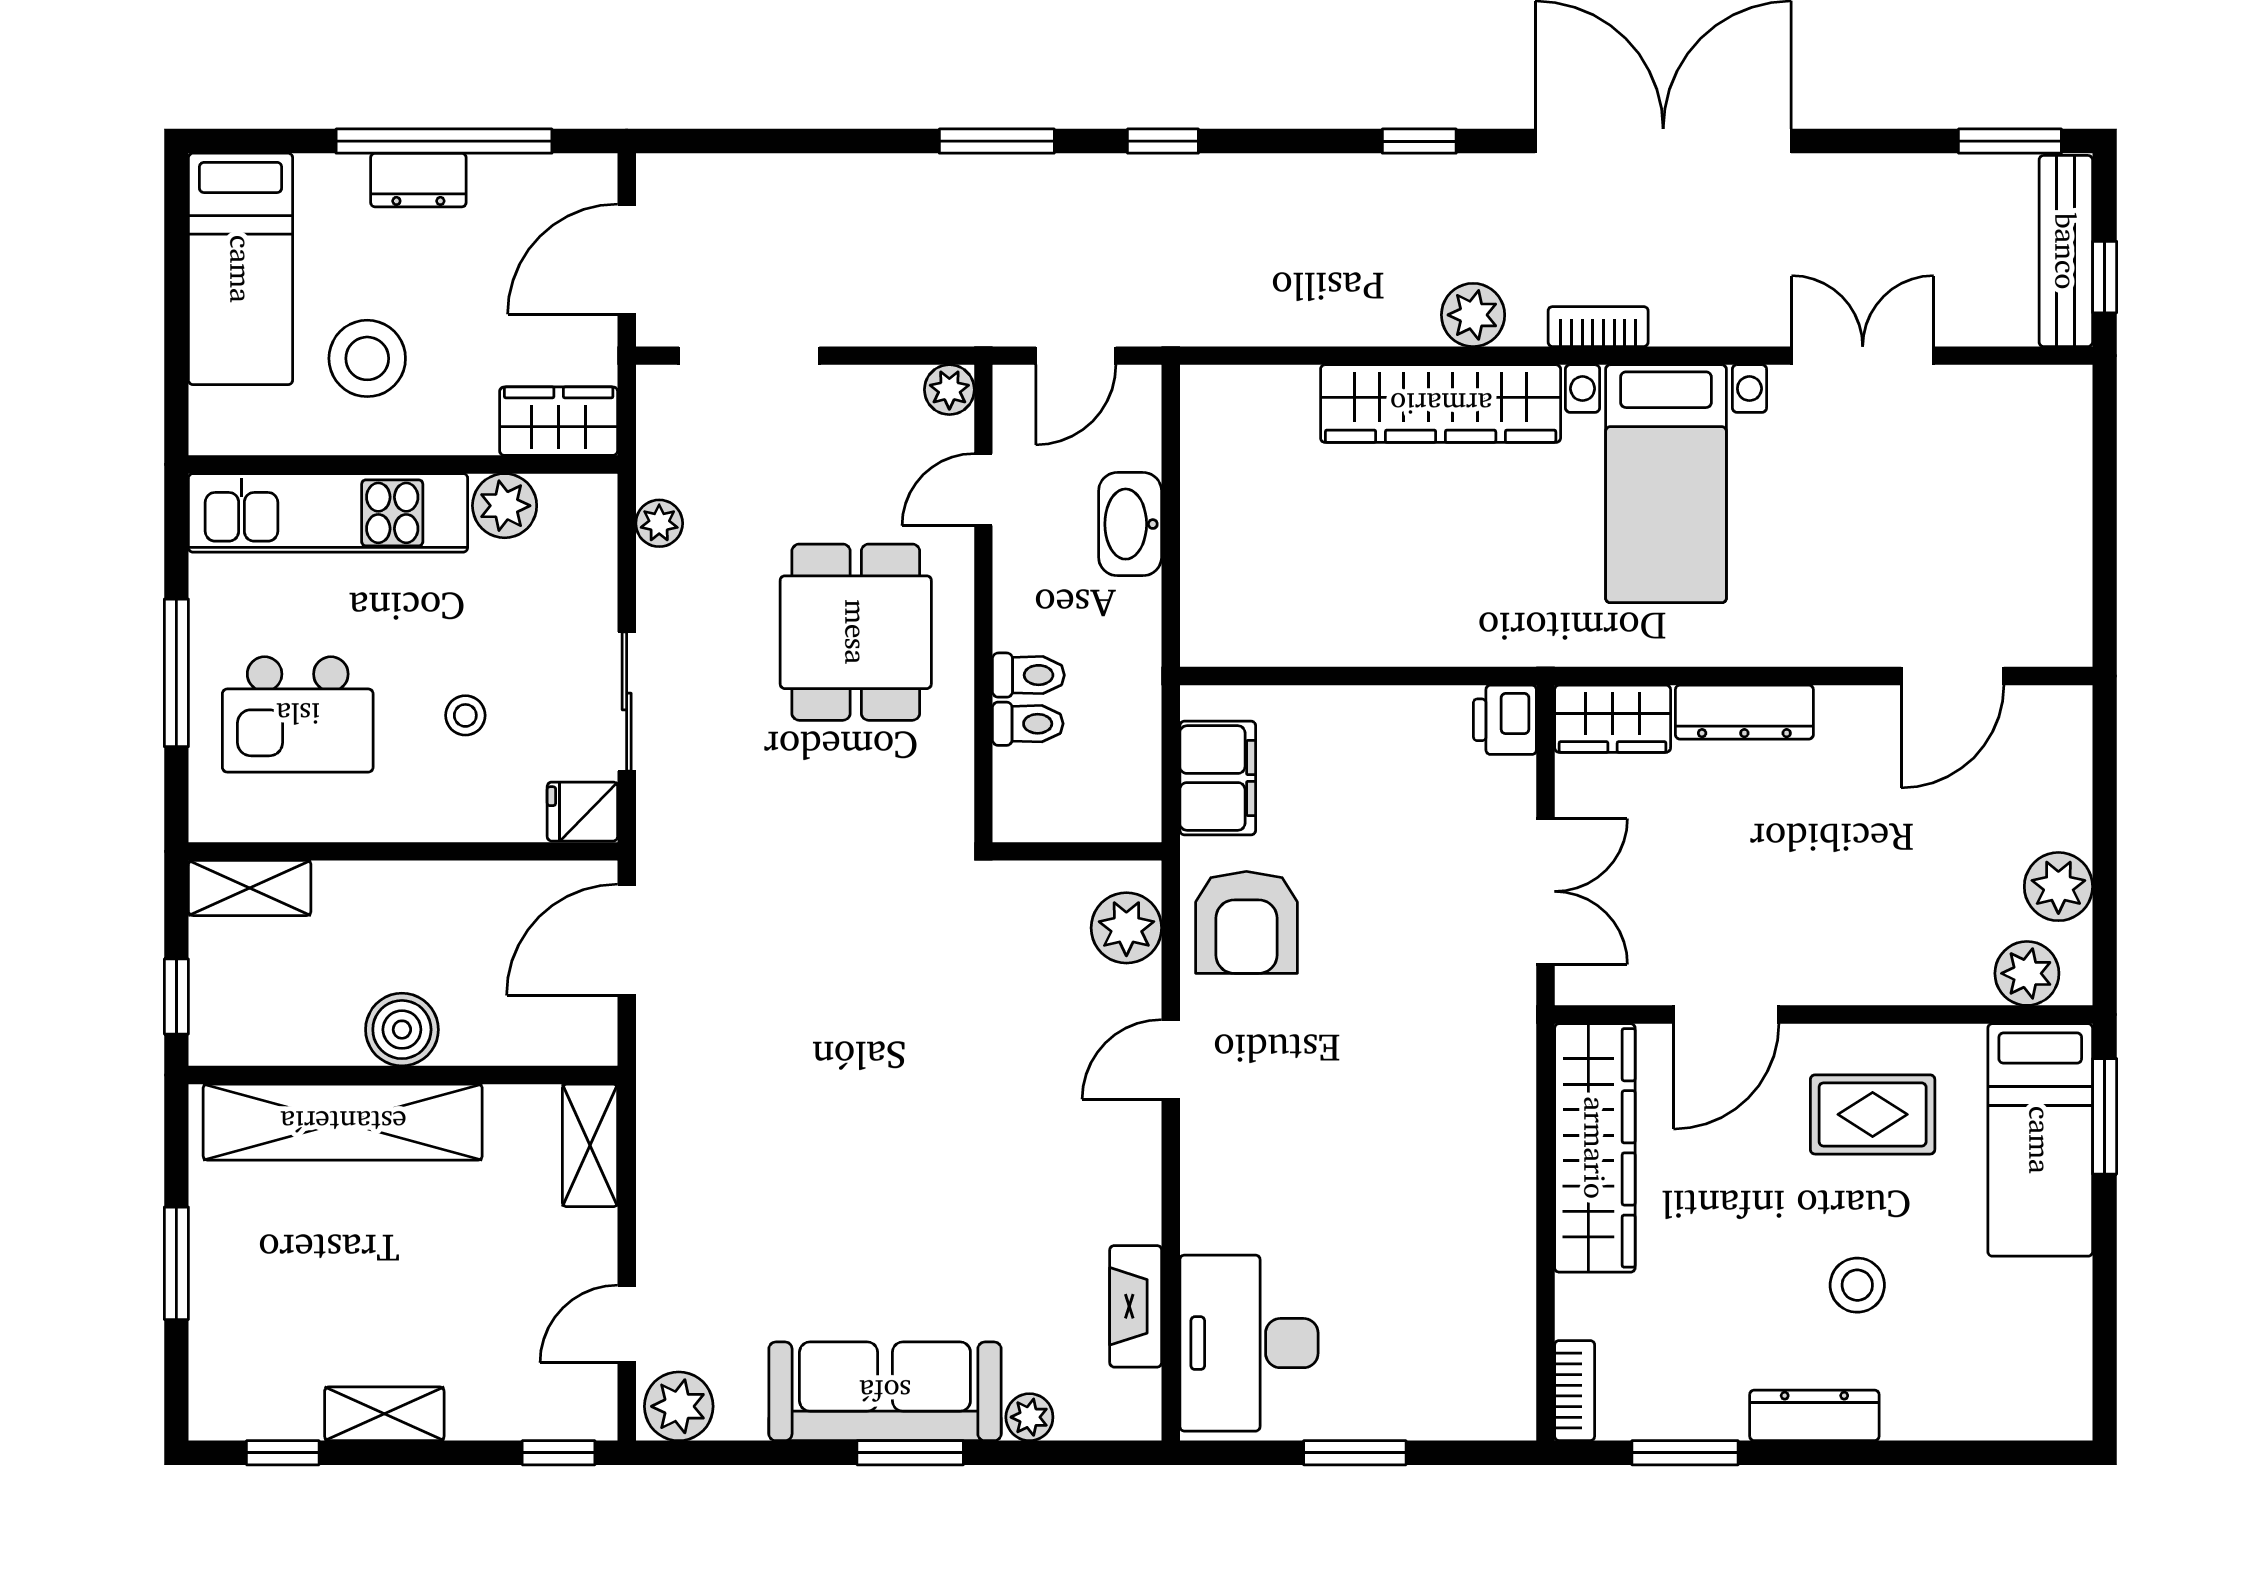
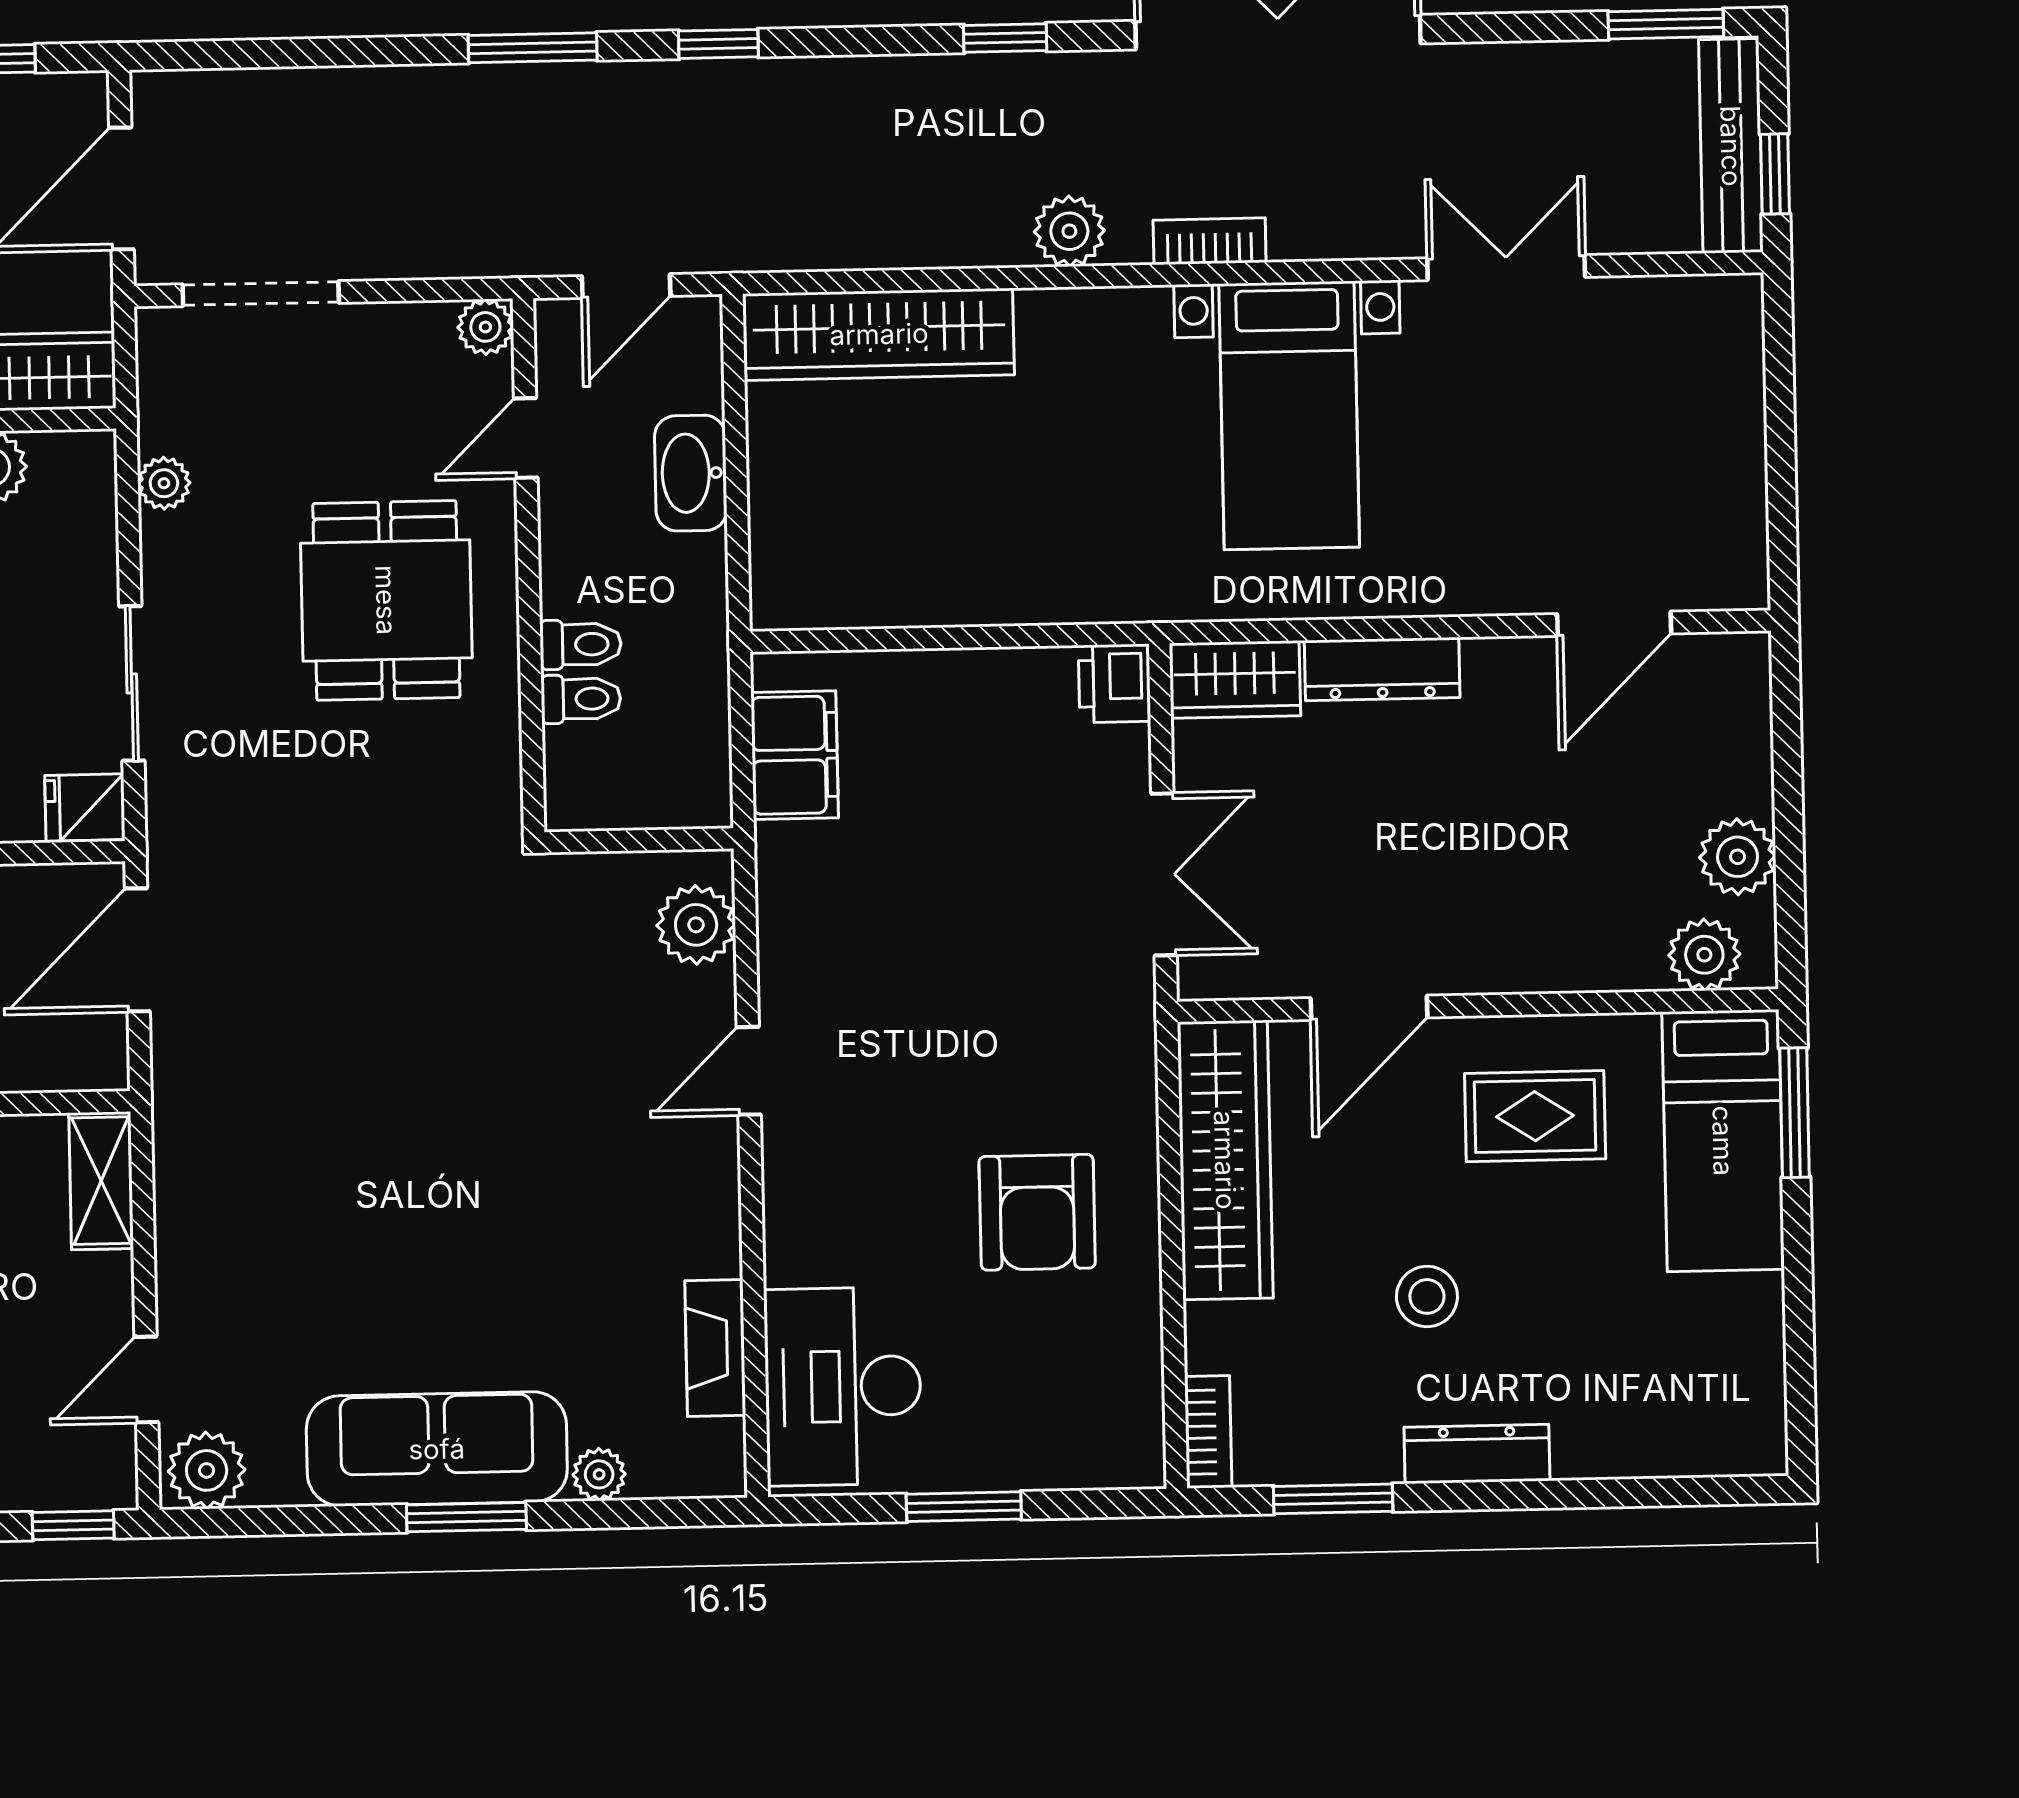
wardrobe: (1441, 404) -> (879, 334), moved
armchair: (1246, 922) -> (1037, 1212), moved
stool: (1857, 1285) -> (1427, 1296), moved

